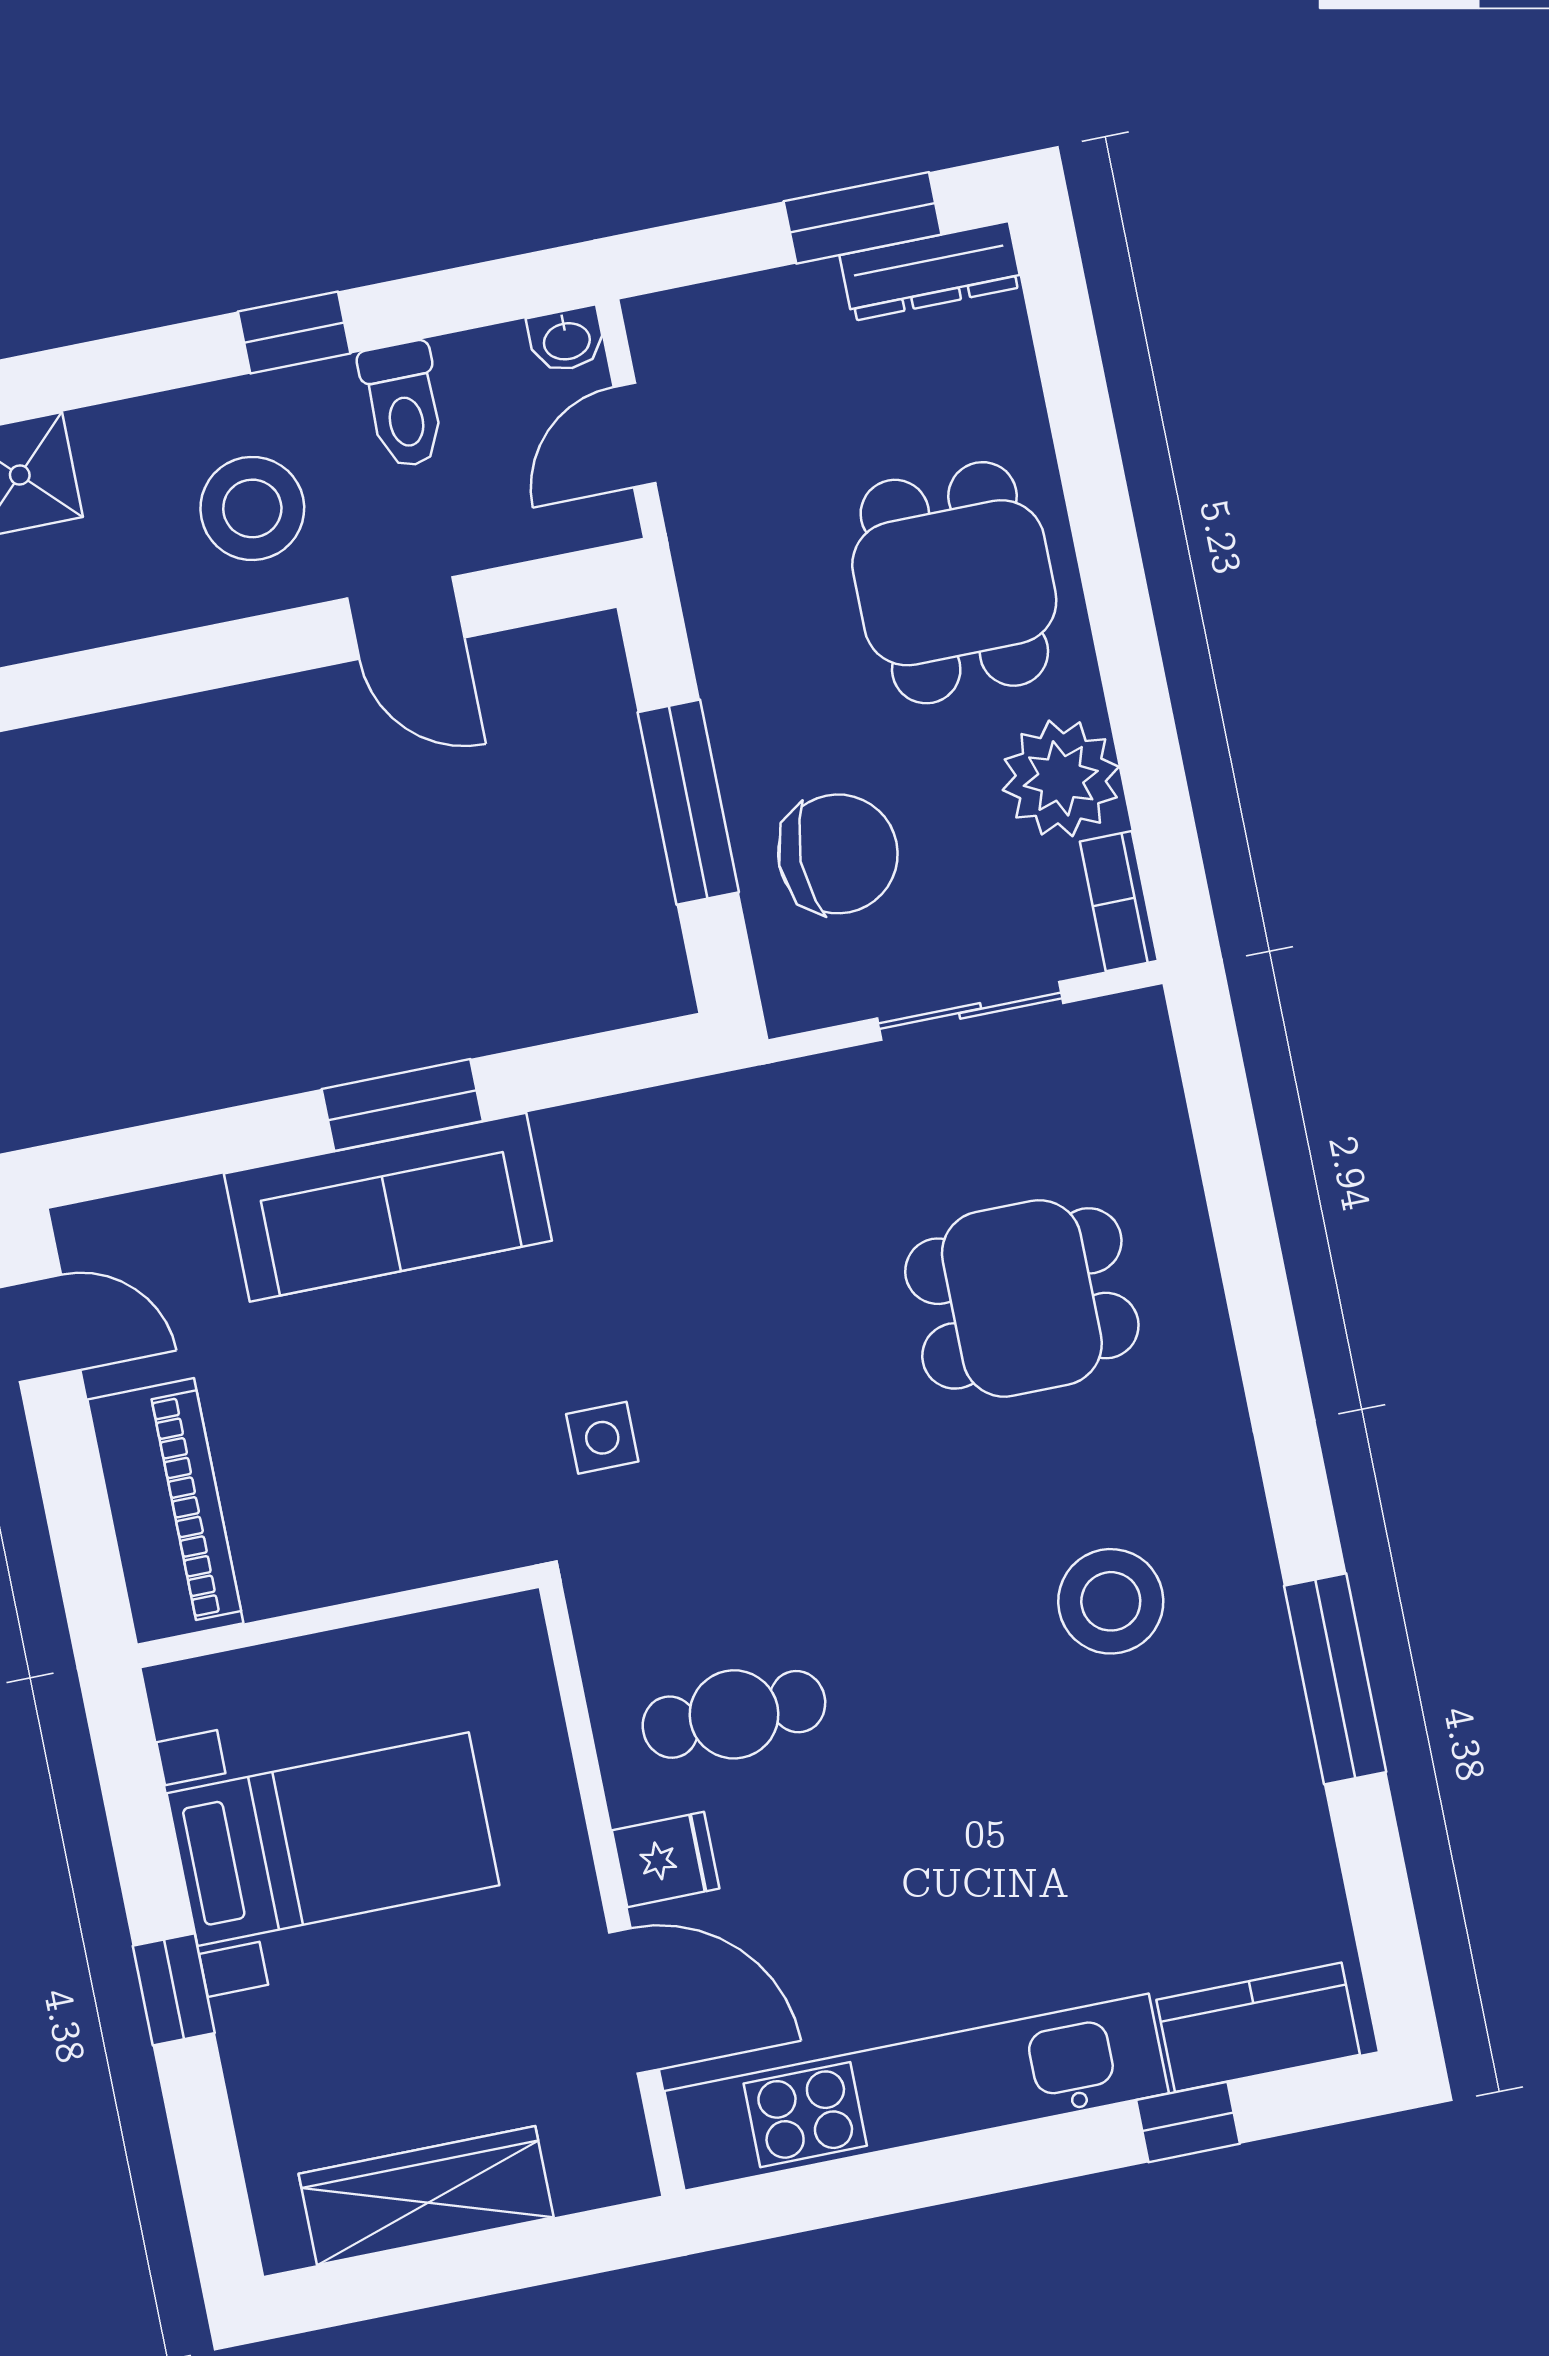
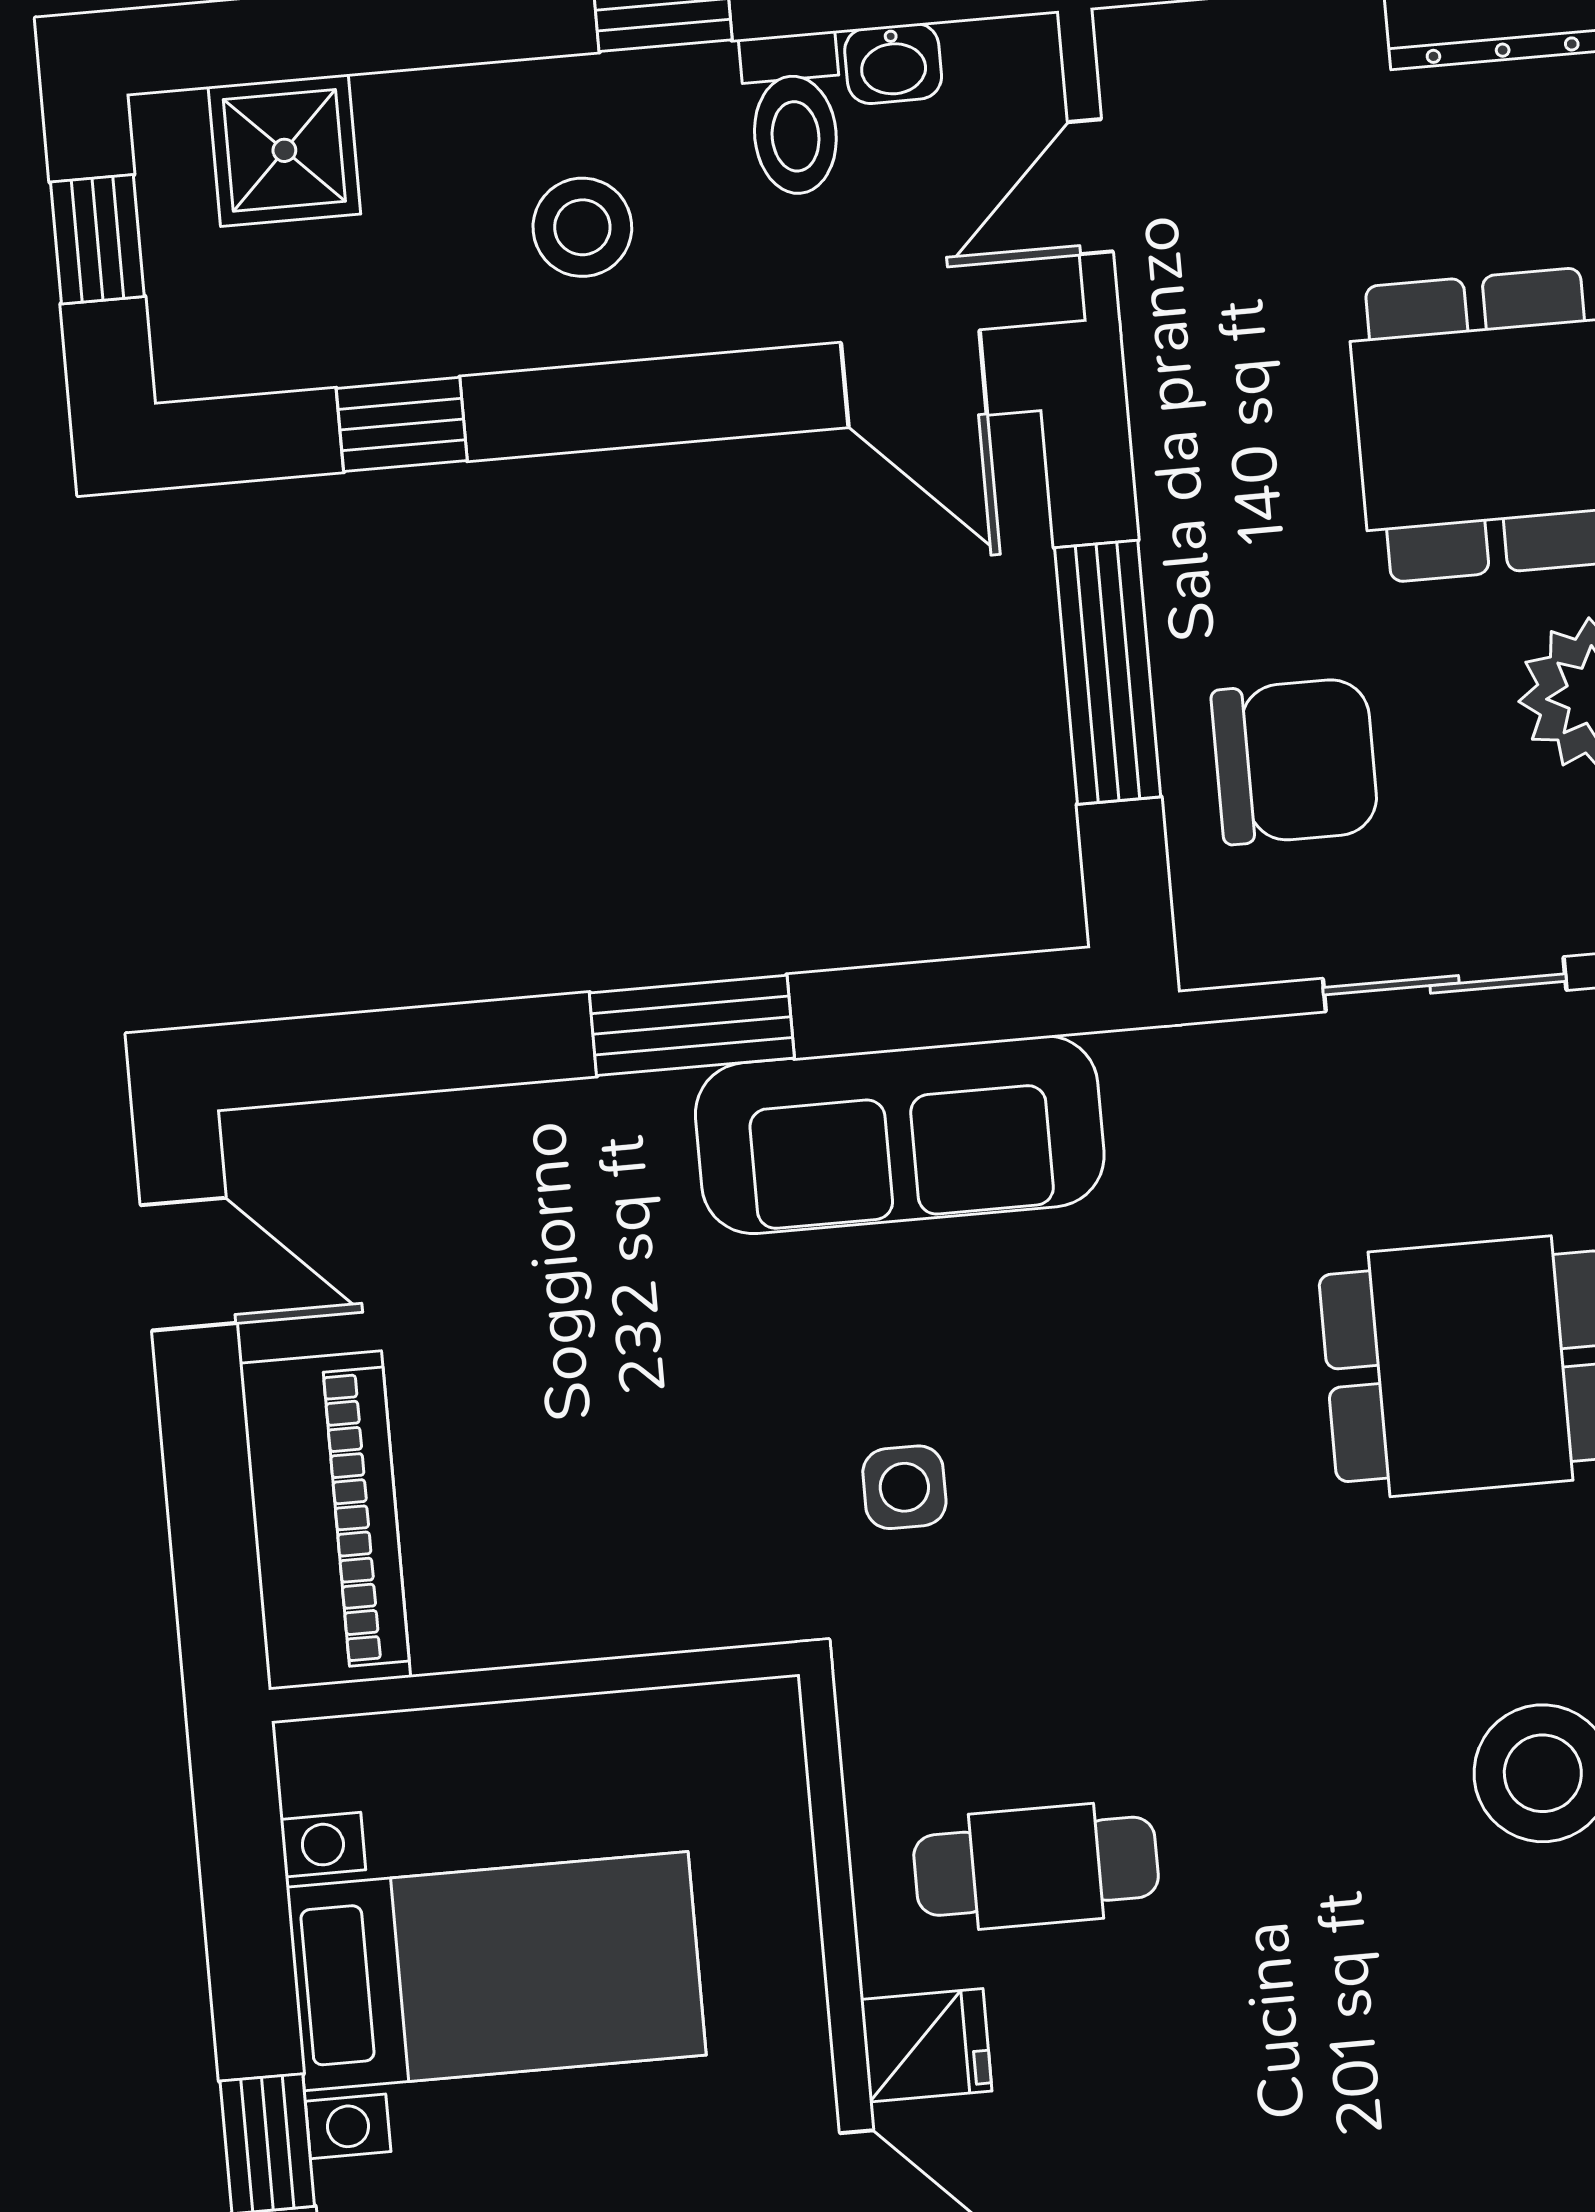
washbasin: (566, 340) -> (893, 64), moved
stool: (252, 508) -> (582, 227), width x0.73, depth x0.73
door: (406, 618) -> (914, 379), moved
window: (132, 673) -> (402, 424), added
sofa: (388, 1207) -> (900, 1135), moved

